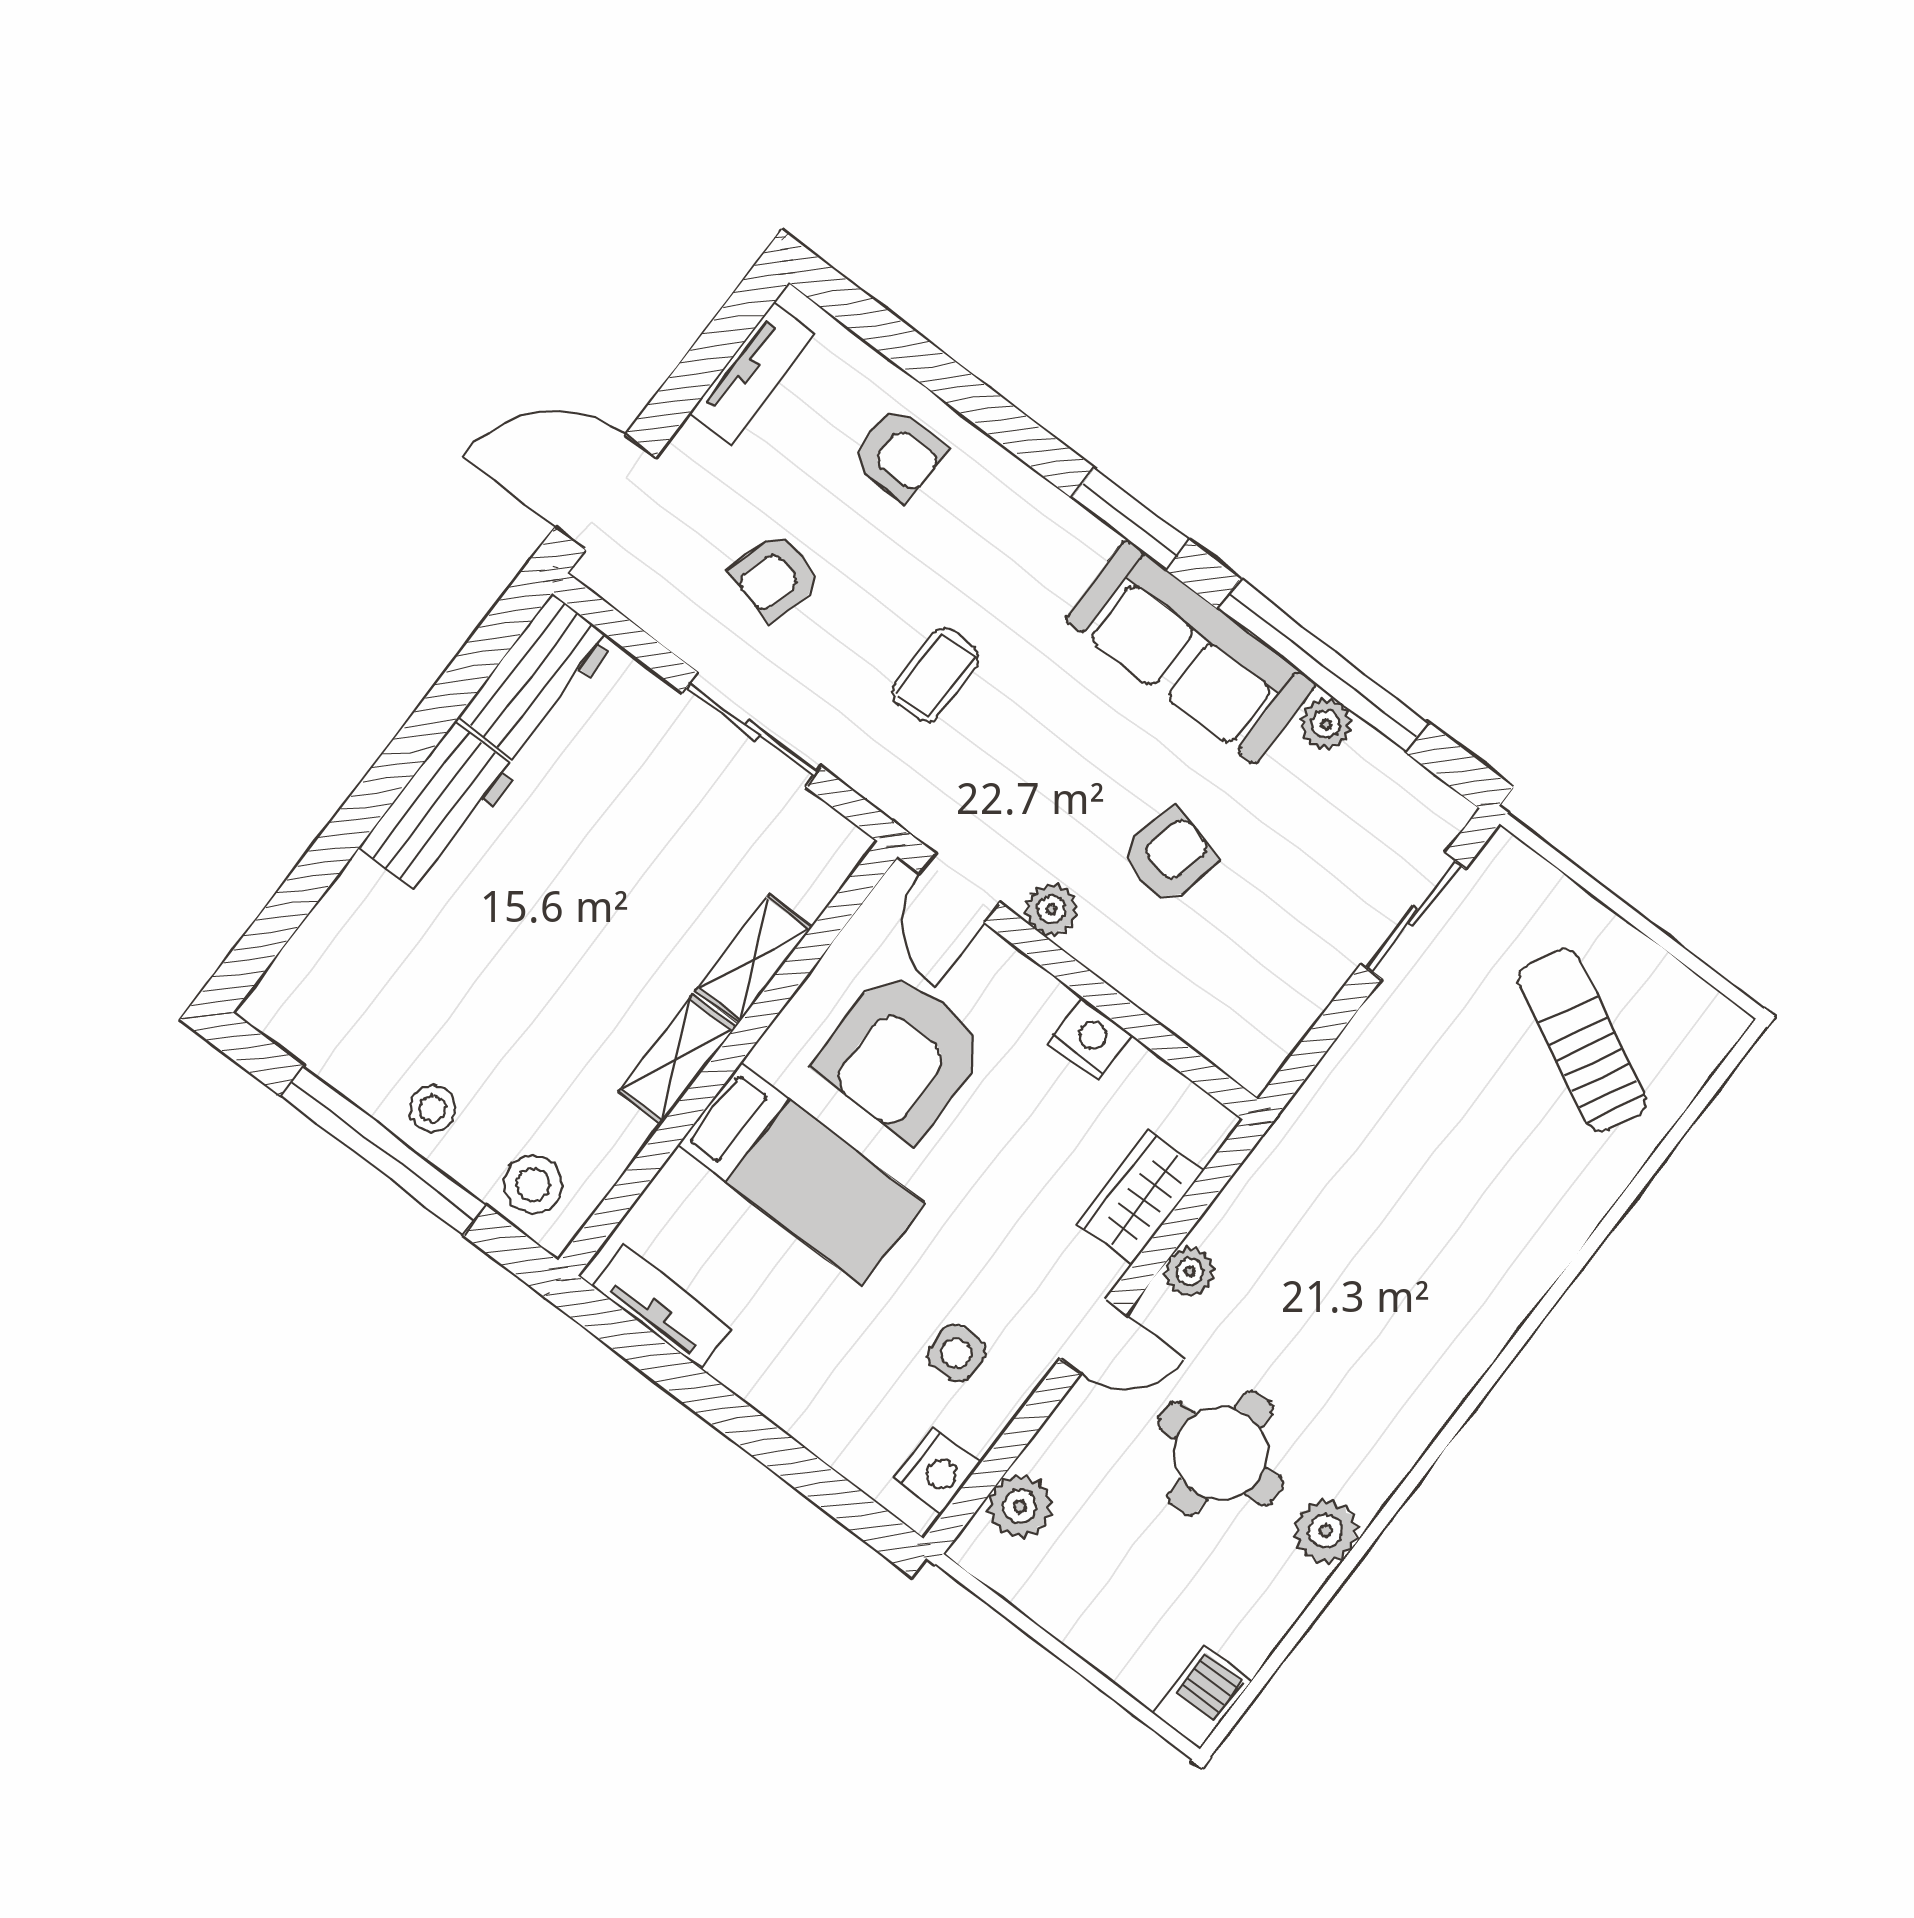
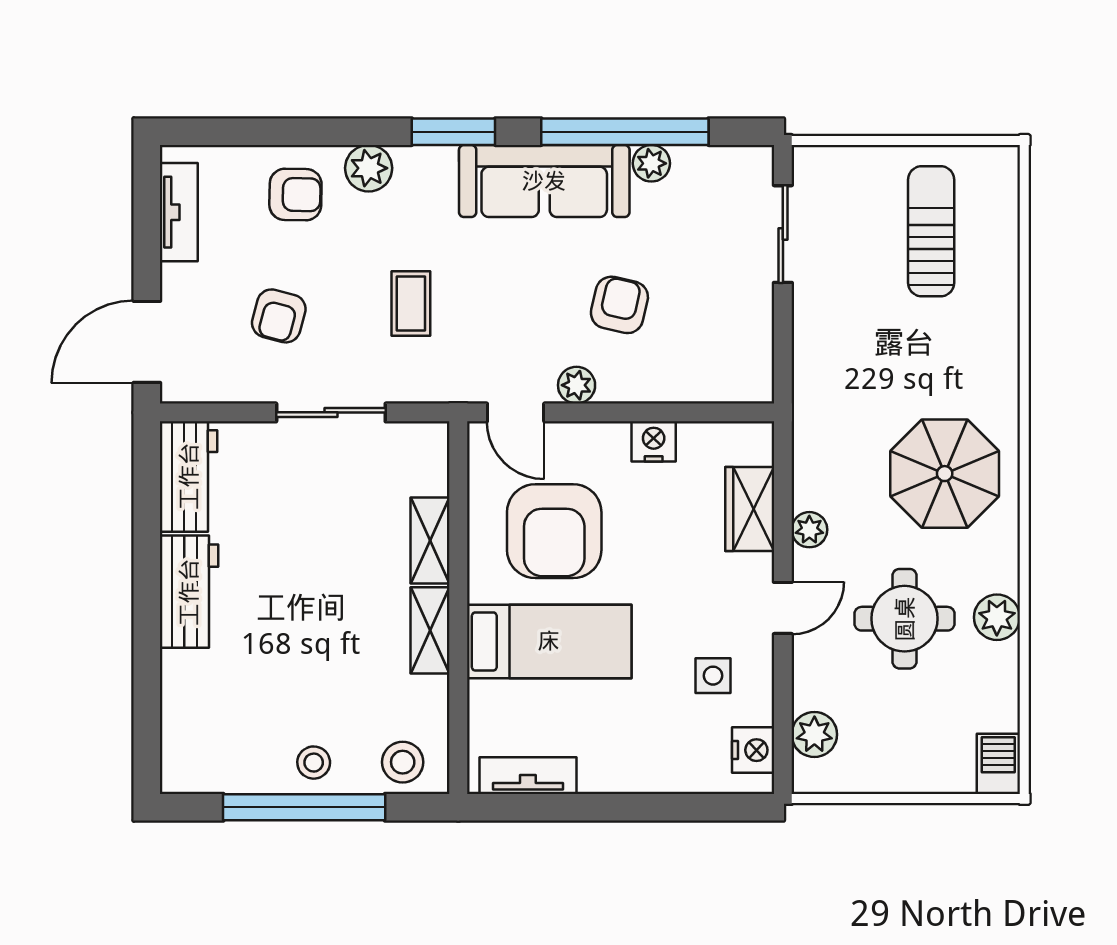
plant: (1004, 487) -> (369, 168), added
sun lounger: (1582, 1040) -> (931, 231), turned 63
parasol: (1390, 1324) -> (945, 474), added

